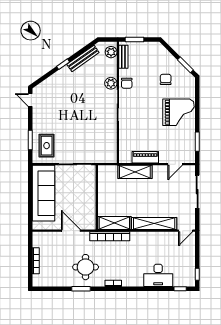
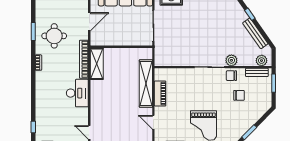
chair: (166, 79) -> (239, 95), moved
shelving: (135, 172) -> (146, 84), width x1.47
shelving: (154, 223) -> (96, 102), removed
desk: (158, 275) -> (77, 93), moved, turned 180

